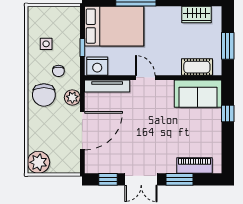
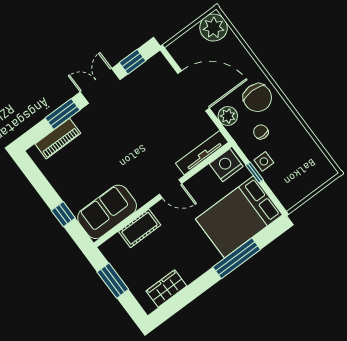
side table: (46, 44) -> (264, 161), moved
cot: (197, 67) -> (140, 228), moved
chair: (44, 95) -> (257, 98), turned 180
door: (82, 131) -> (194, 91), swing flipped

